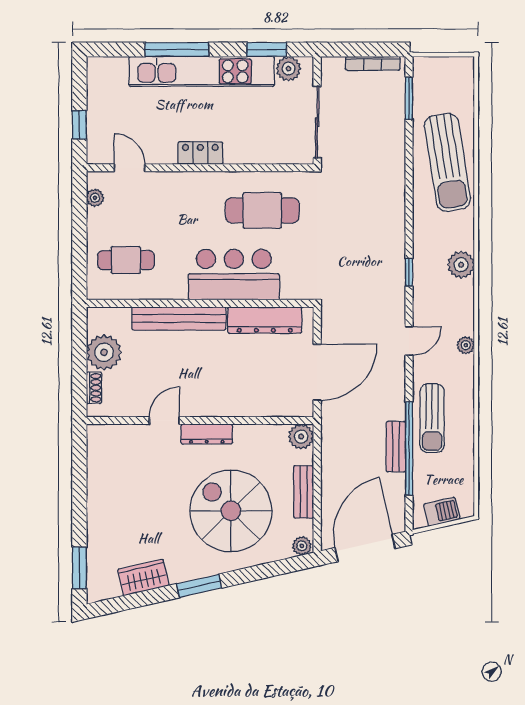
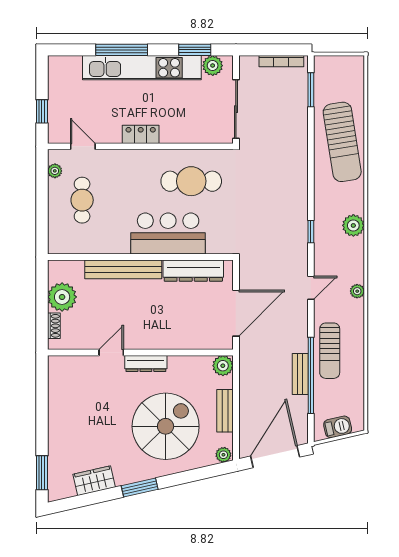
cafe table: (126, 260) -> (82, 200), moved, turned 90
spiral stairs: (231, 511) -> (166, 426), turned 90

